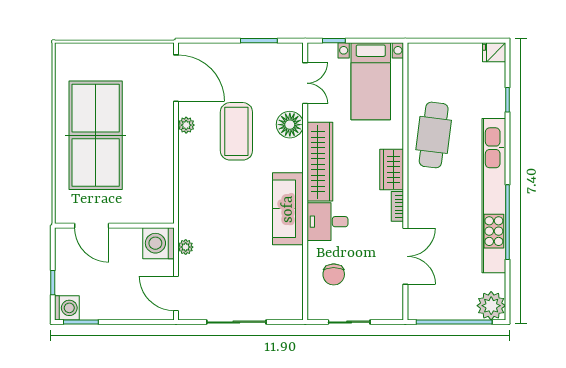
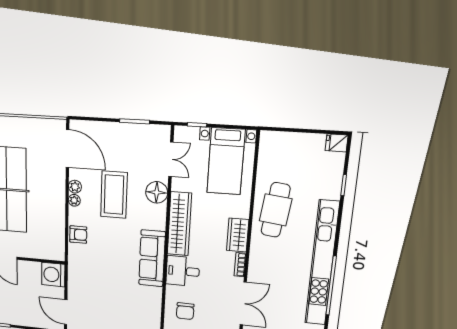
armchair: (192, 186) -> (78, 235), added
plant: (186, 247) -> (74, 200), moved

